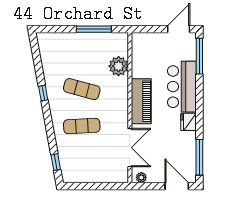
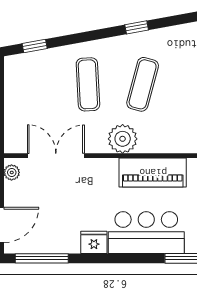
plant: (119, 66) -> (123, 139), moved
piano: (141, 101) -> (153, 173), moved
double door: (130, 148) -> (56, 156), swing flipped

